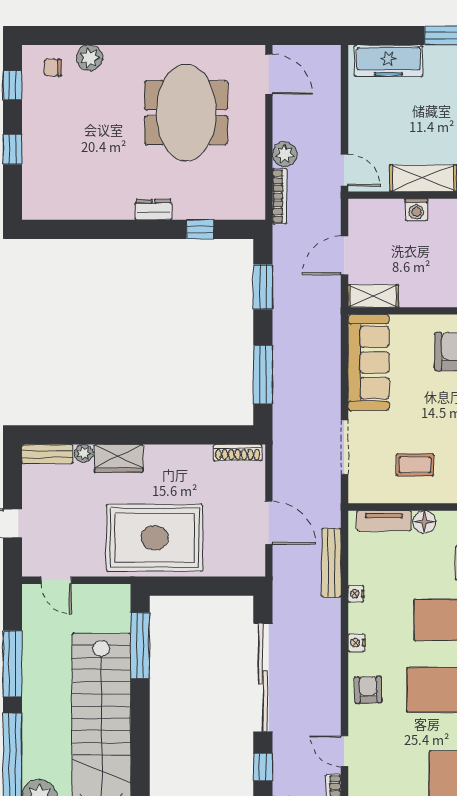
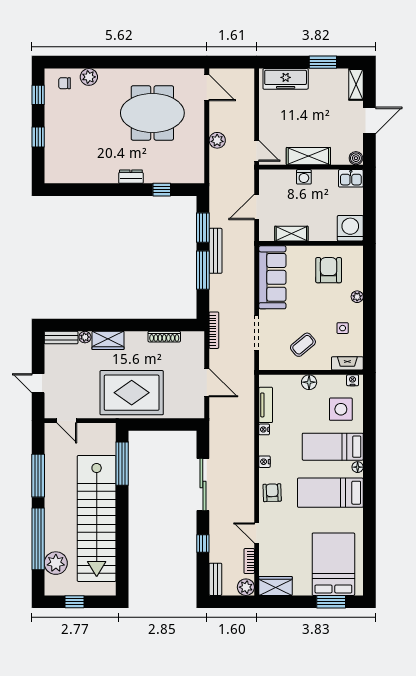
meeting table: (186, 113) -> (152, 113), turned 90
bookcase: (280, 196) -> (214, 330), moved
shelving: (373, 296) -> (291, 234), moved
window: (263, 375) -> (203, 270), moved
shoe rack: (238, 453) -> (164, 337), moved
coffee table: (415, 465) -> (303, 345), turned -40
tv unit: (384, 521) -> (266, 405), moved, turned -90
bench: (331, 563) -> (215, 251), moved
sliding door: (263, 677) -> (203, 485), width x0.73

